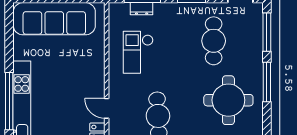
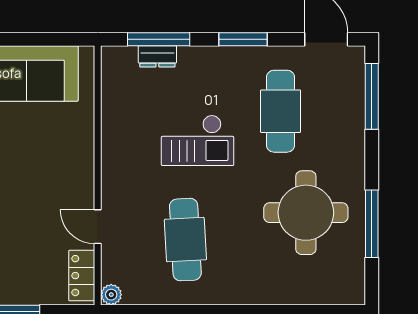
checkout: (138, 52) -> (197, 140), moved, turned -90
window: (267, 82) -> (372, 224), moved

